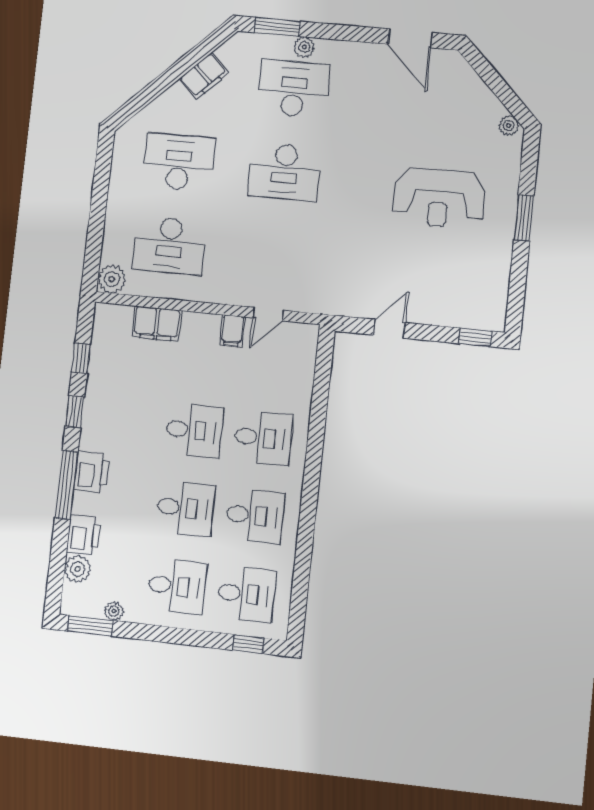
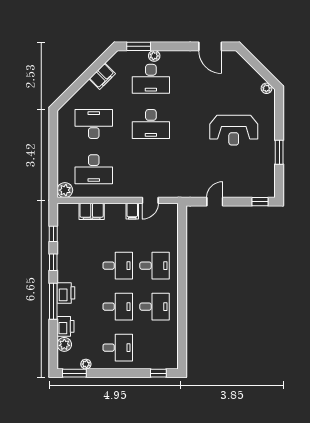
desk: (294, 89) -> (151, 79), turned 180
window: (524, 218) -> (279, 152), moved
desk: (247, 594) -> (155, 348), removed

